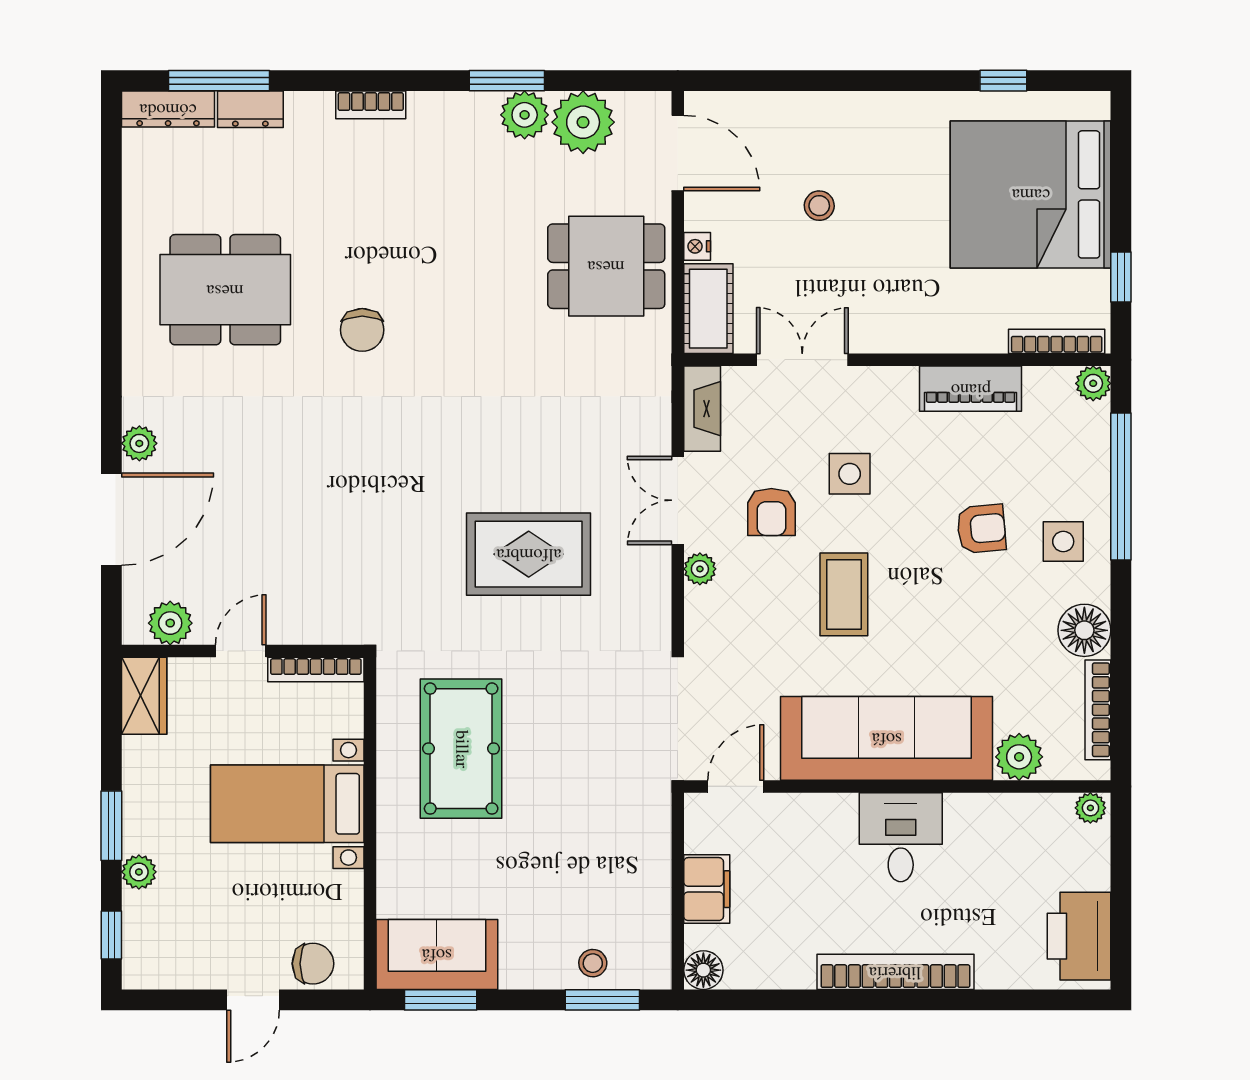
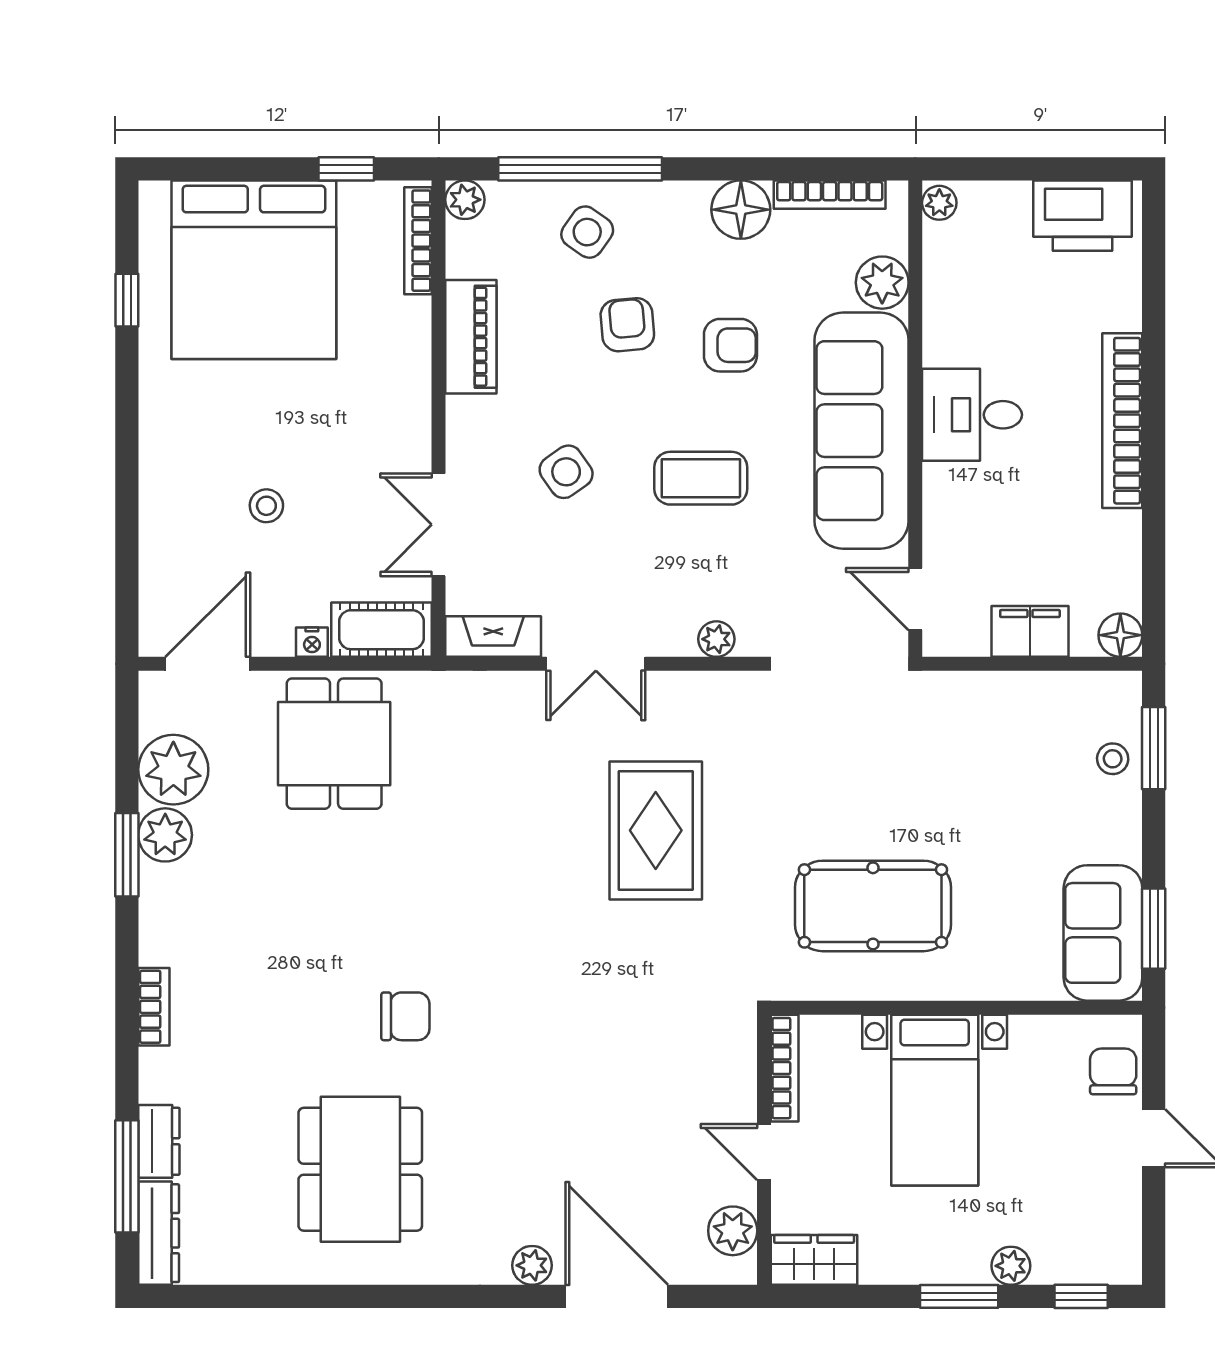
side table: (850, 474) -> (566, 472), turned -35
armchair: (771, 512) -> (730, 345), moved
side table: (1063, 542) -> (587, 232), moved, turned 35
plant: (700, 569) -> (716, 639), moved

